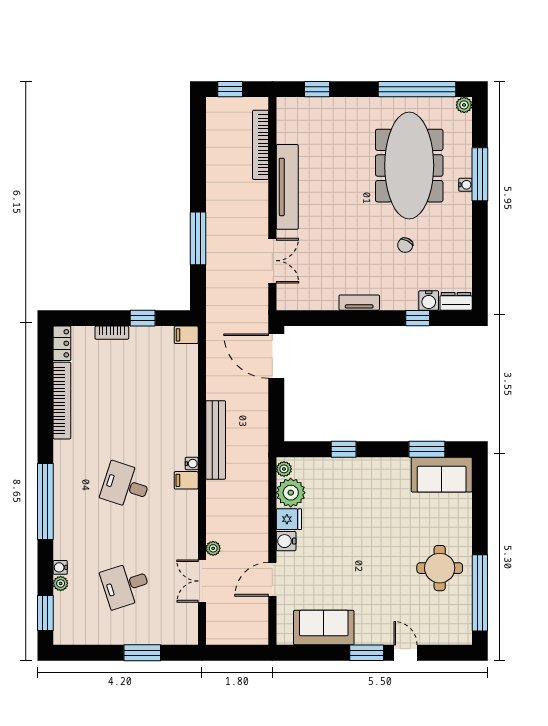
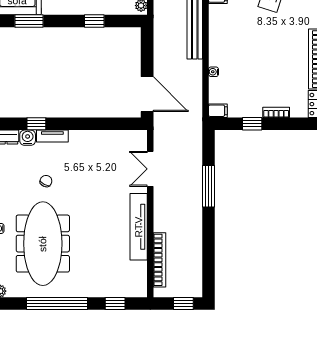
window: (417, 89) -> (57, 304), moved
tv unit: (359, 303) -> (52, 136), moved
water cooler: (192, 464) -> (214, 72), moved

